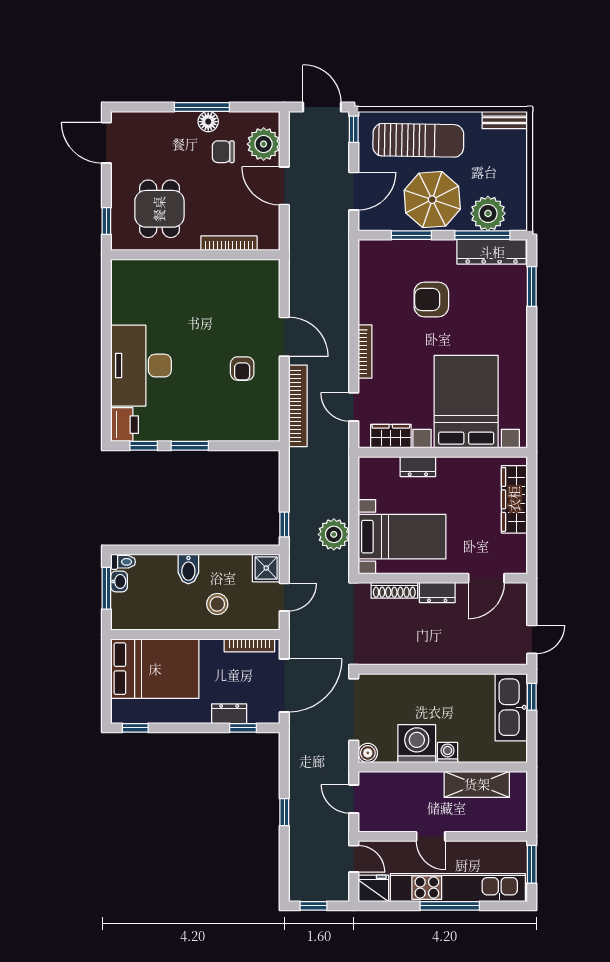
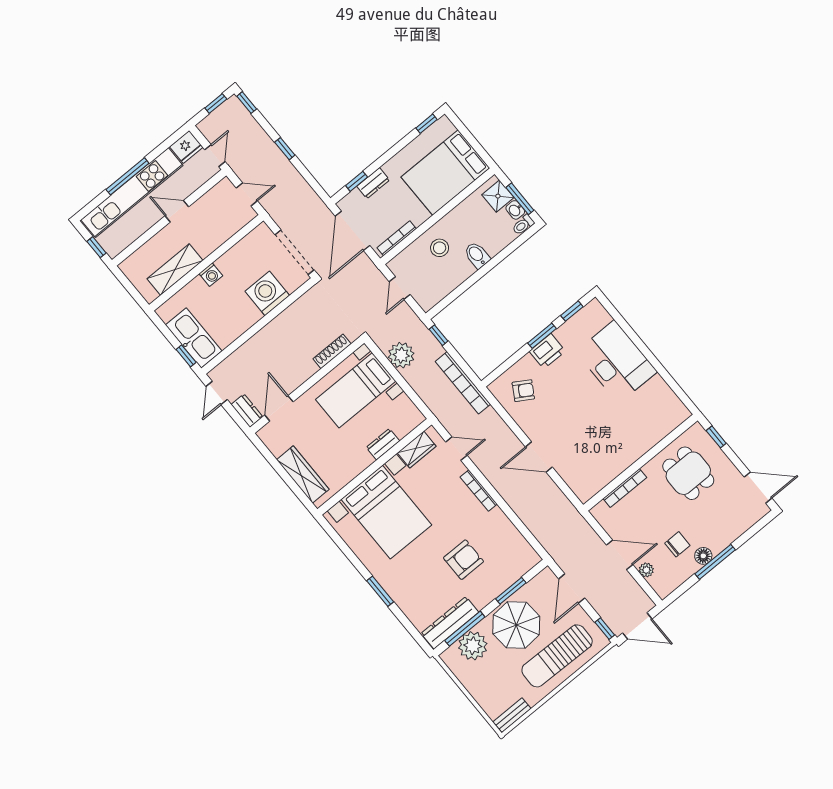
plant: (264, 144) -> (646, 570), width x0.53, depth x0.53
window: (532, 287) -> (380, 591), moved
armchair: (242, 369) -> (523, 391), moved, turned 121
bookcase: (298, 406) -> (463, 383), moved
printer: (125, 425) -> (547, 351), moved, turned -90
shower: (266, 568) -> (498, 196), moved
dresser: (437, 593) -> (247, 411), moved, turned 90
washing machine: (417, 744) -> (267, 293), moved, turned 180
boiler: (368, 753) -> (262, 232), removed
door: (354, 859) -> (215, 156), swing flipped
window: (532, 864) -> (96, 247), width x0.67
window: (284, 883) -> (247, 103), added

